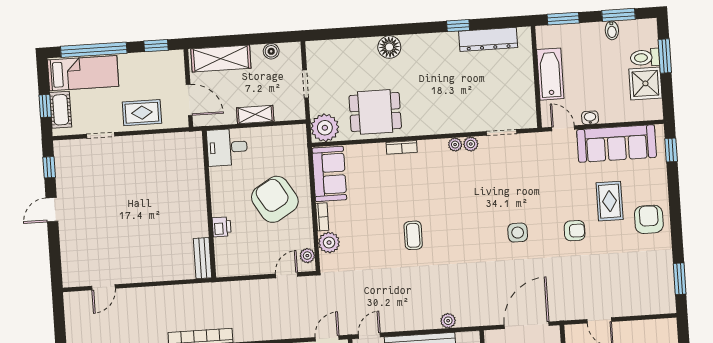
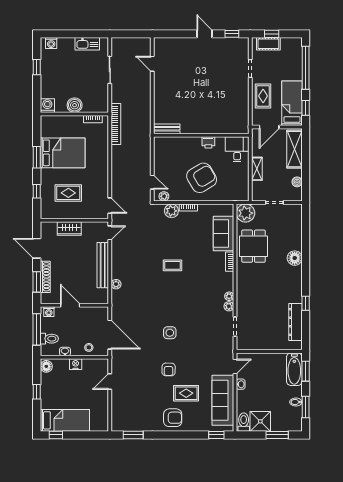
toilet: (645, 58) -> (244, 422), moved
bed: (83, 73) -> (292, 103), moved, turned 180
bathtub: (550, 74) -> (294, 369), moved, turned 90
sofa: (329, 174) -> (223, 234), moved, turned 90
printer: (222, 227) -> (208, 142), moved
door: (369, 336) -> (110, 233), hinge flipped

